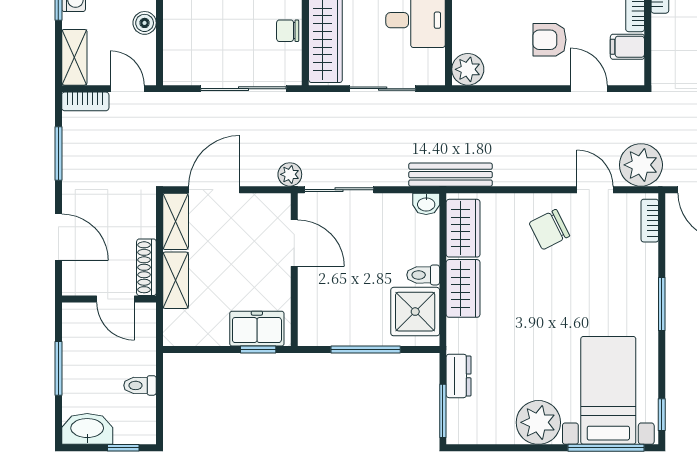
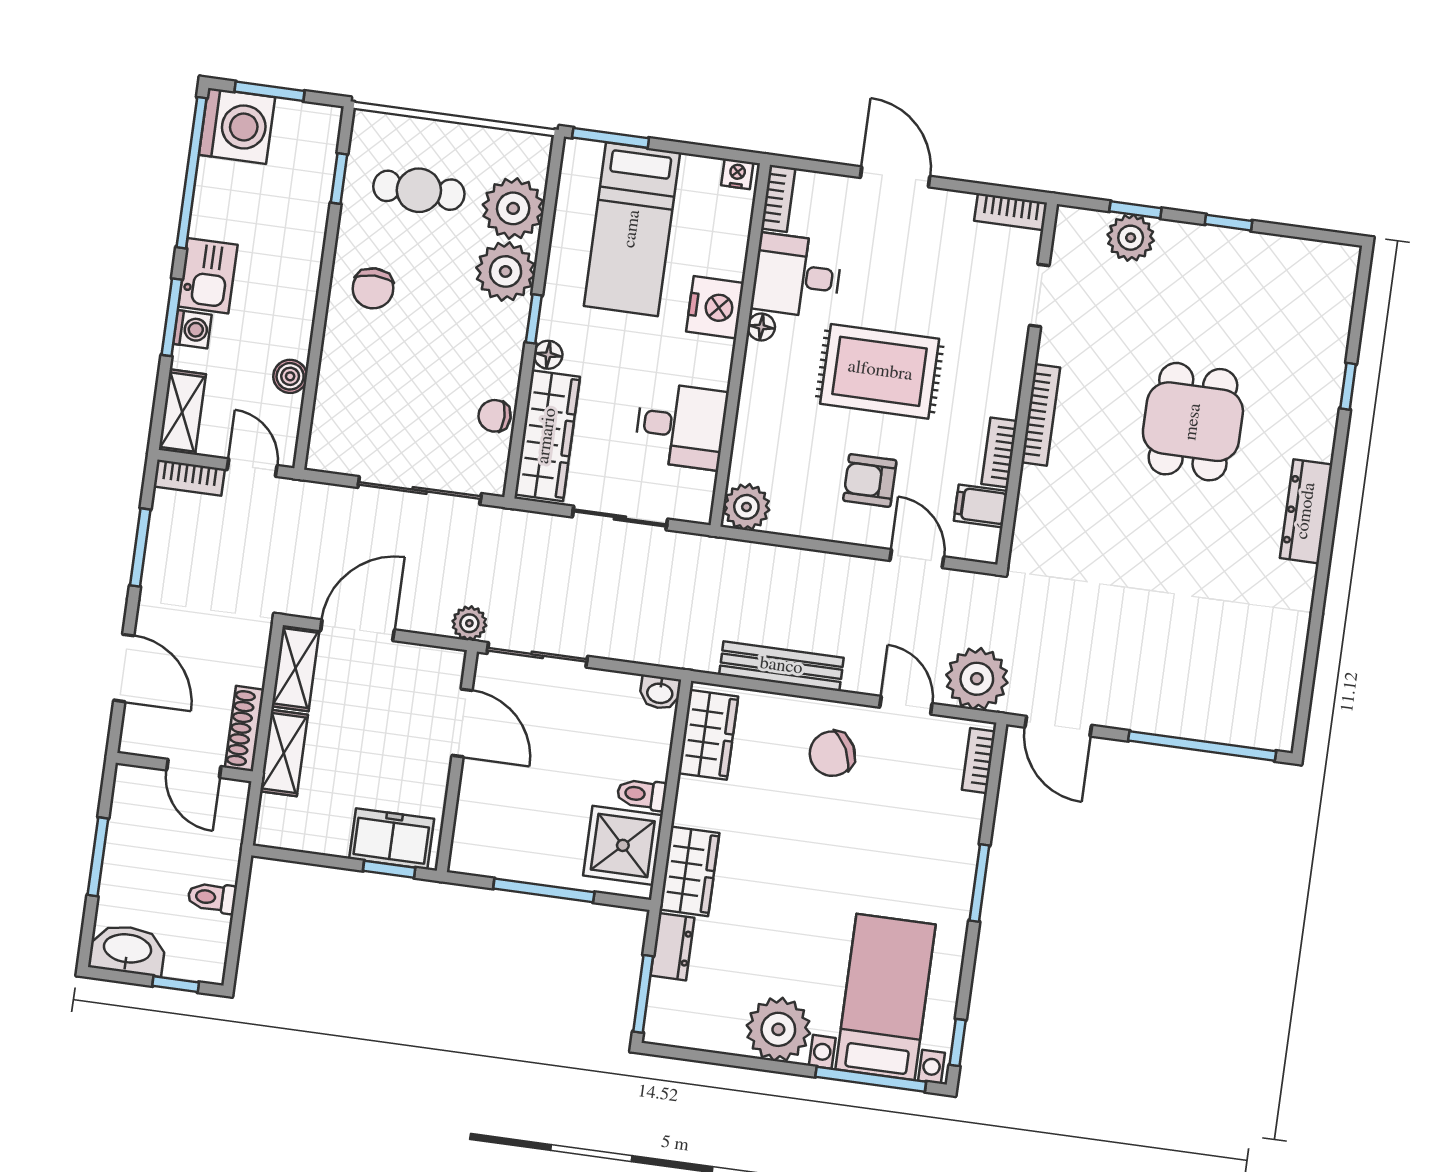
bench: (450, 175) -> (781, 666), moved
wardrobe: (463, 288) -> (689, 871), moved

